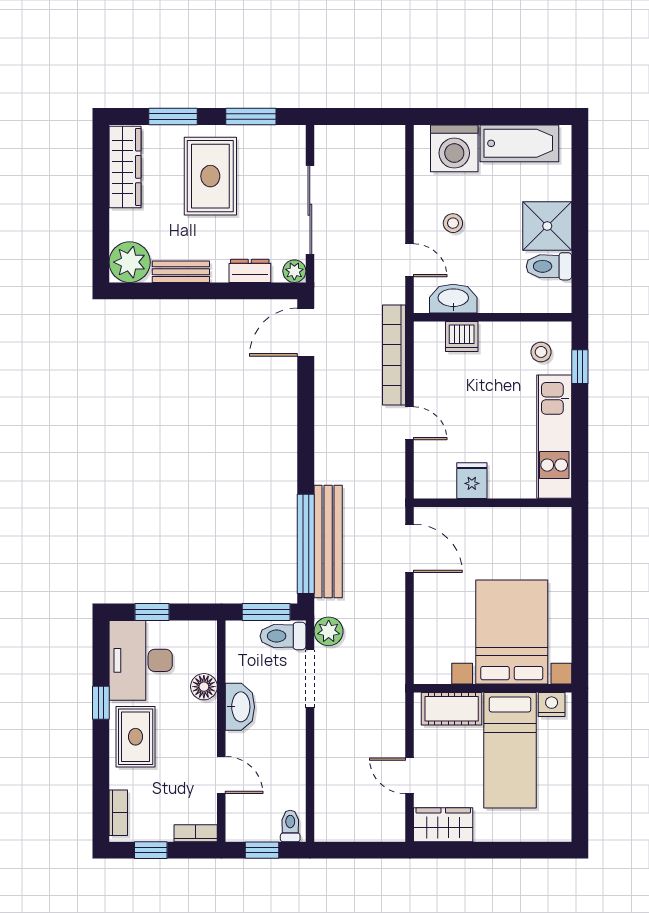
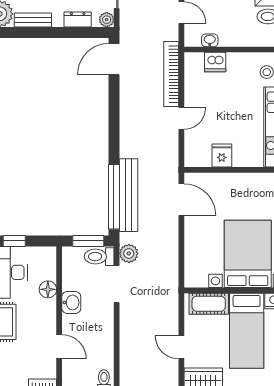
washbasin: (453, 299) -> (210, 40), width x0.52, depth x0.69
door: (410, 423) -> (181, 118), hinge flipped
washbasin: (240, 707) -> (71, 302), width x0.72

